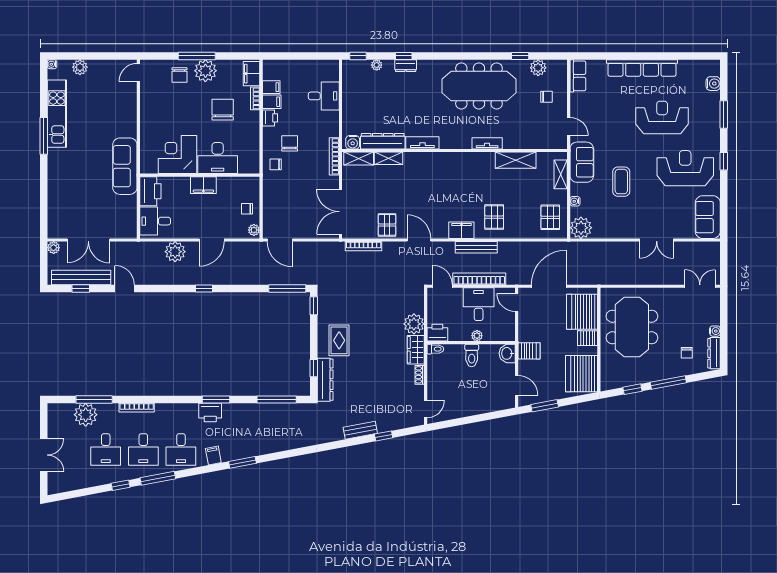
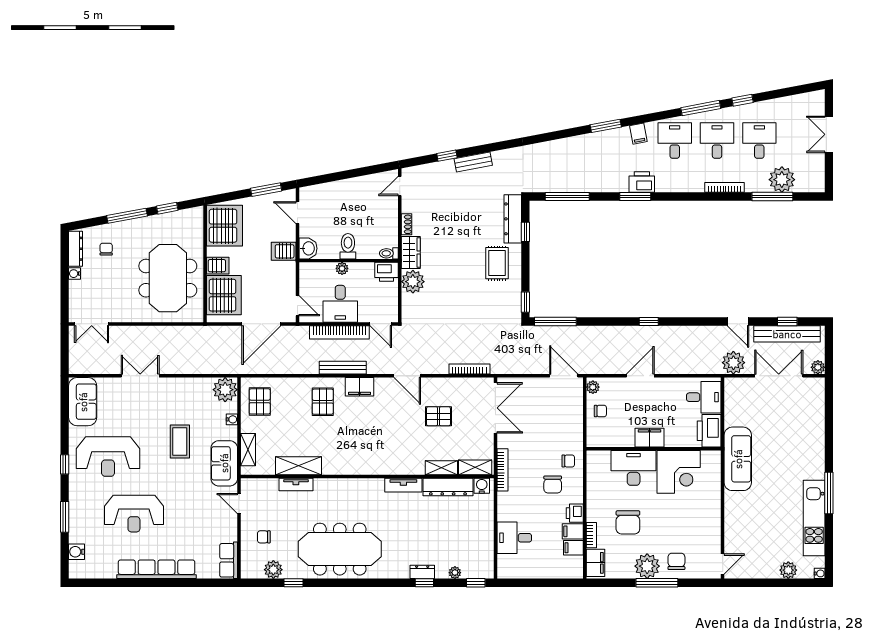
tv unit: (487, 143) -> (296, 484), moved
pallet: (387, 225) -> (438, 416), moved, turned 90
plant: (175, 252) -> (733, 363), moved

